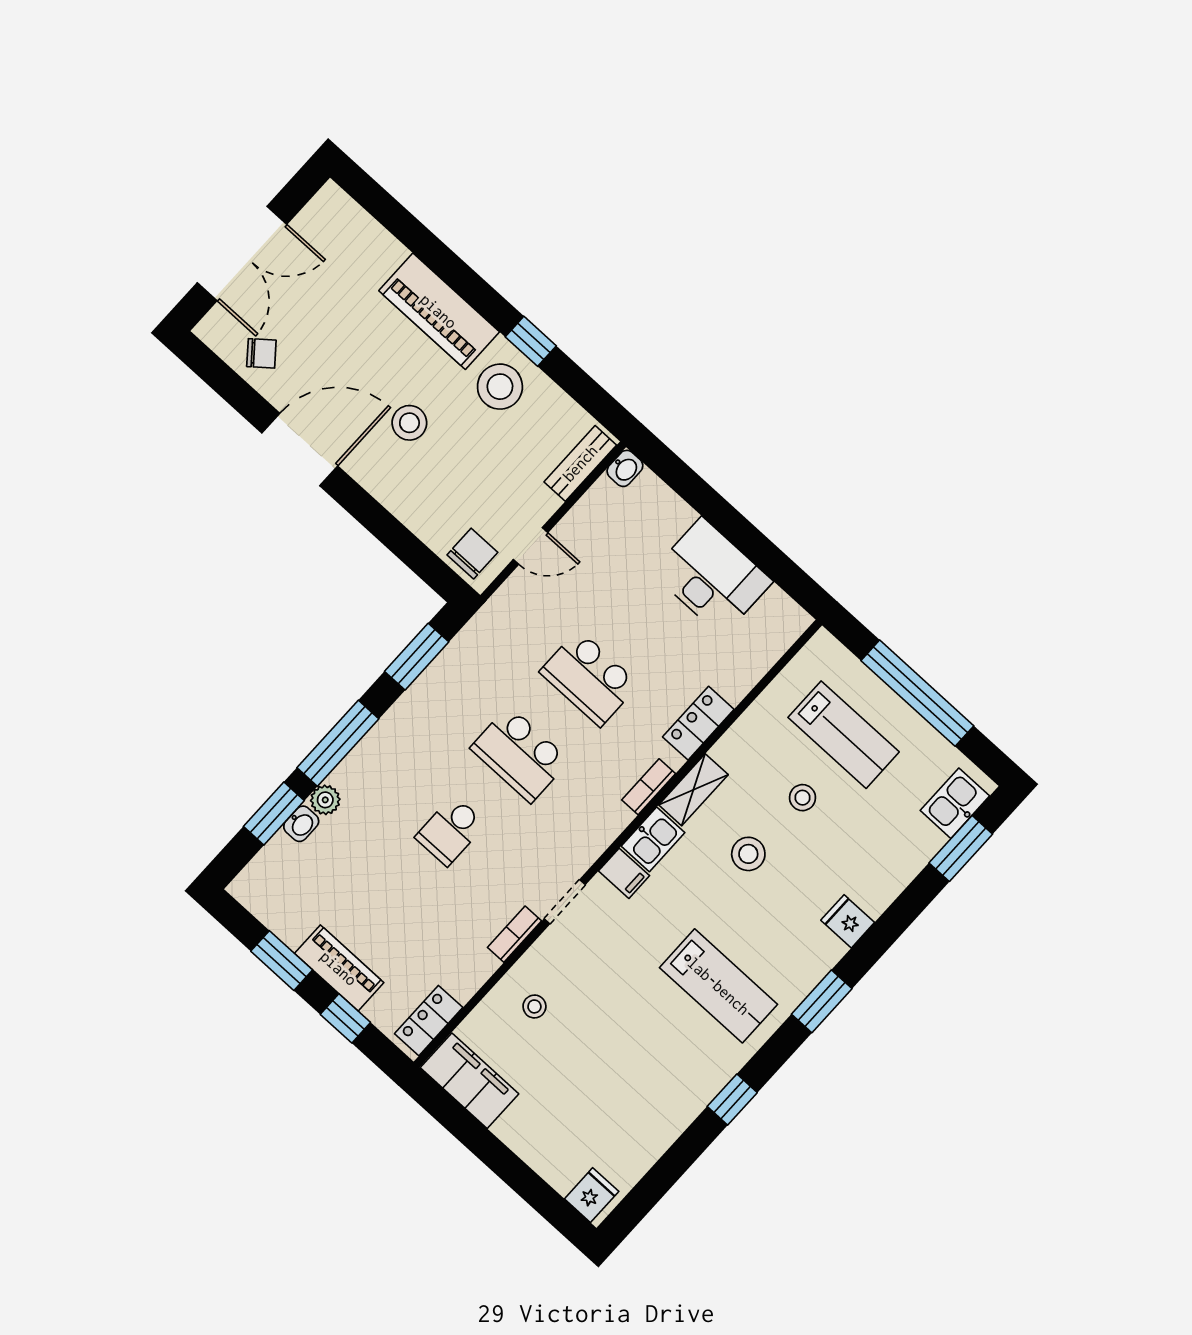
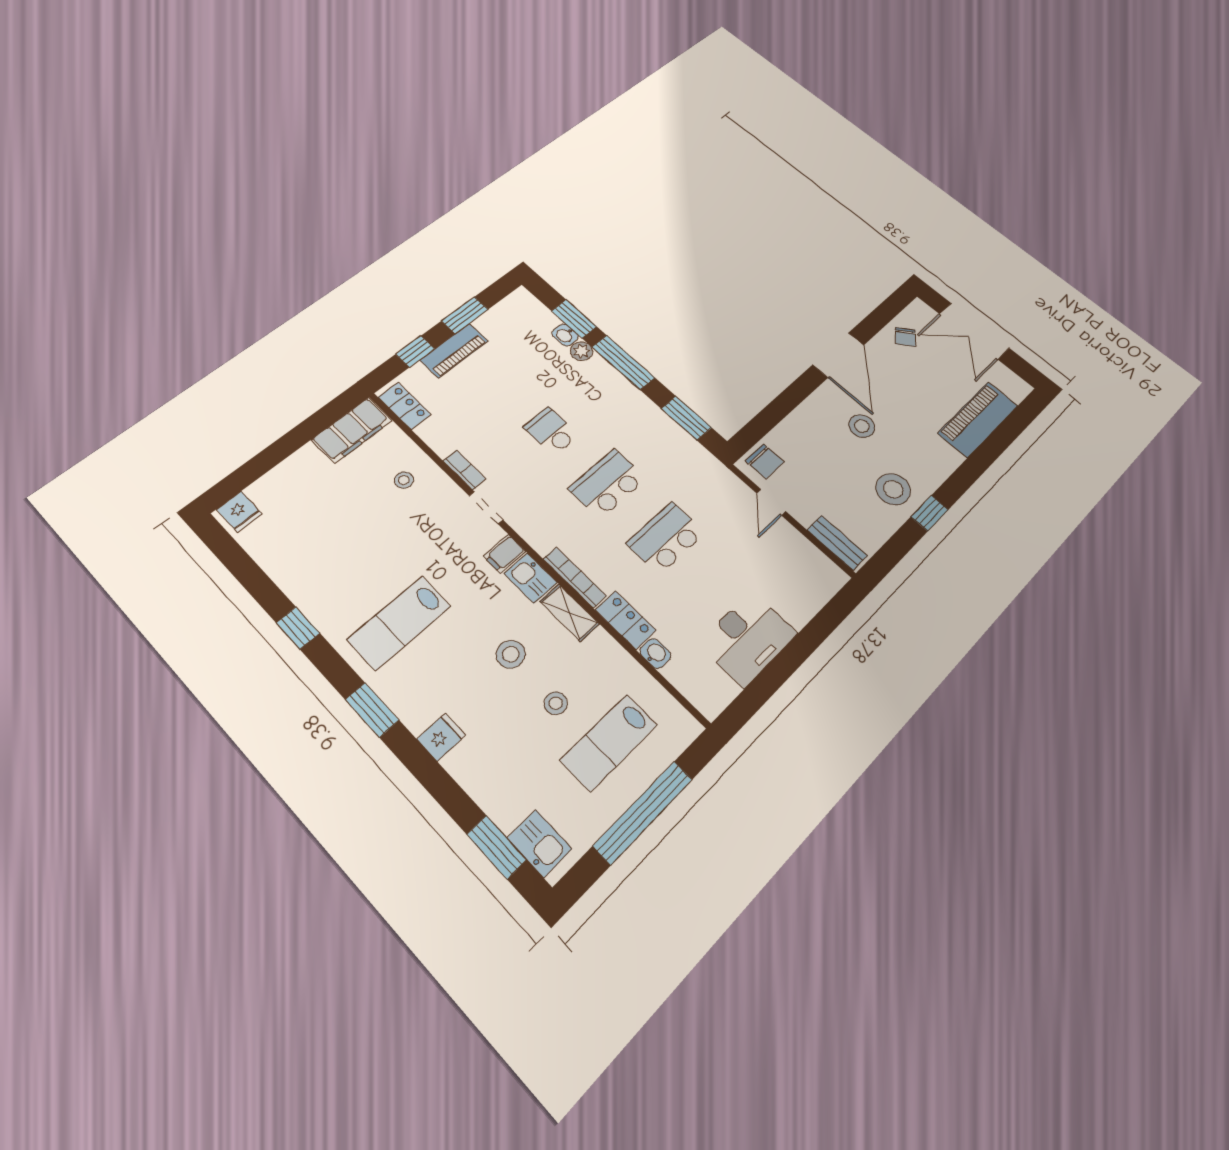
piano: (439, 311) -> (978, 419), moved
washbasin: (625, 468) -> (655, 653), moved, turned 180
bookcase: (649, 787) -> (575, 577), width x1.56

